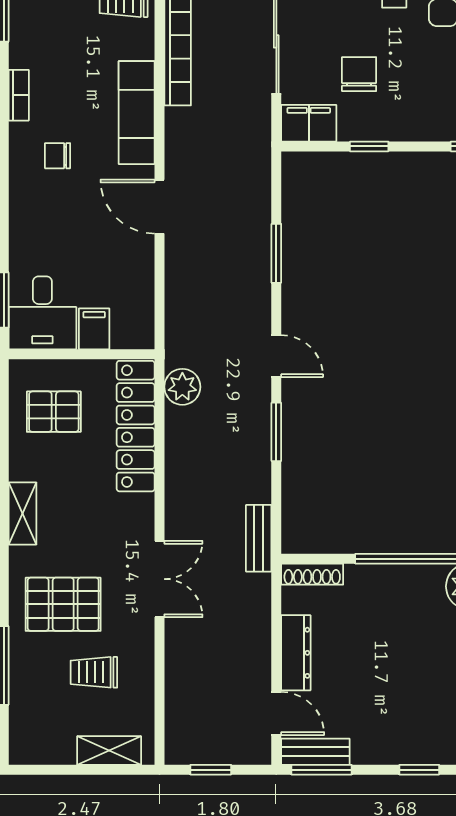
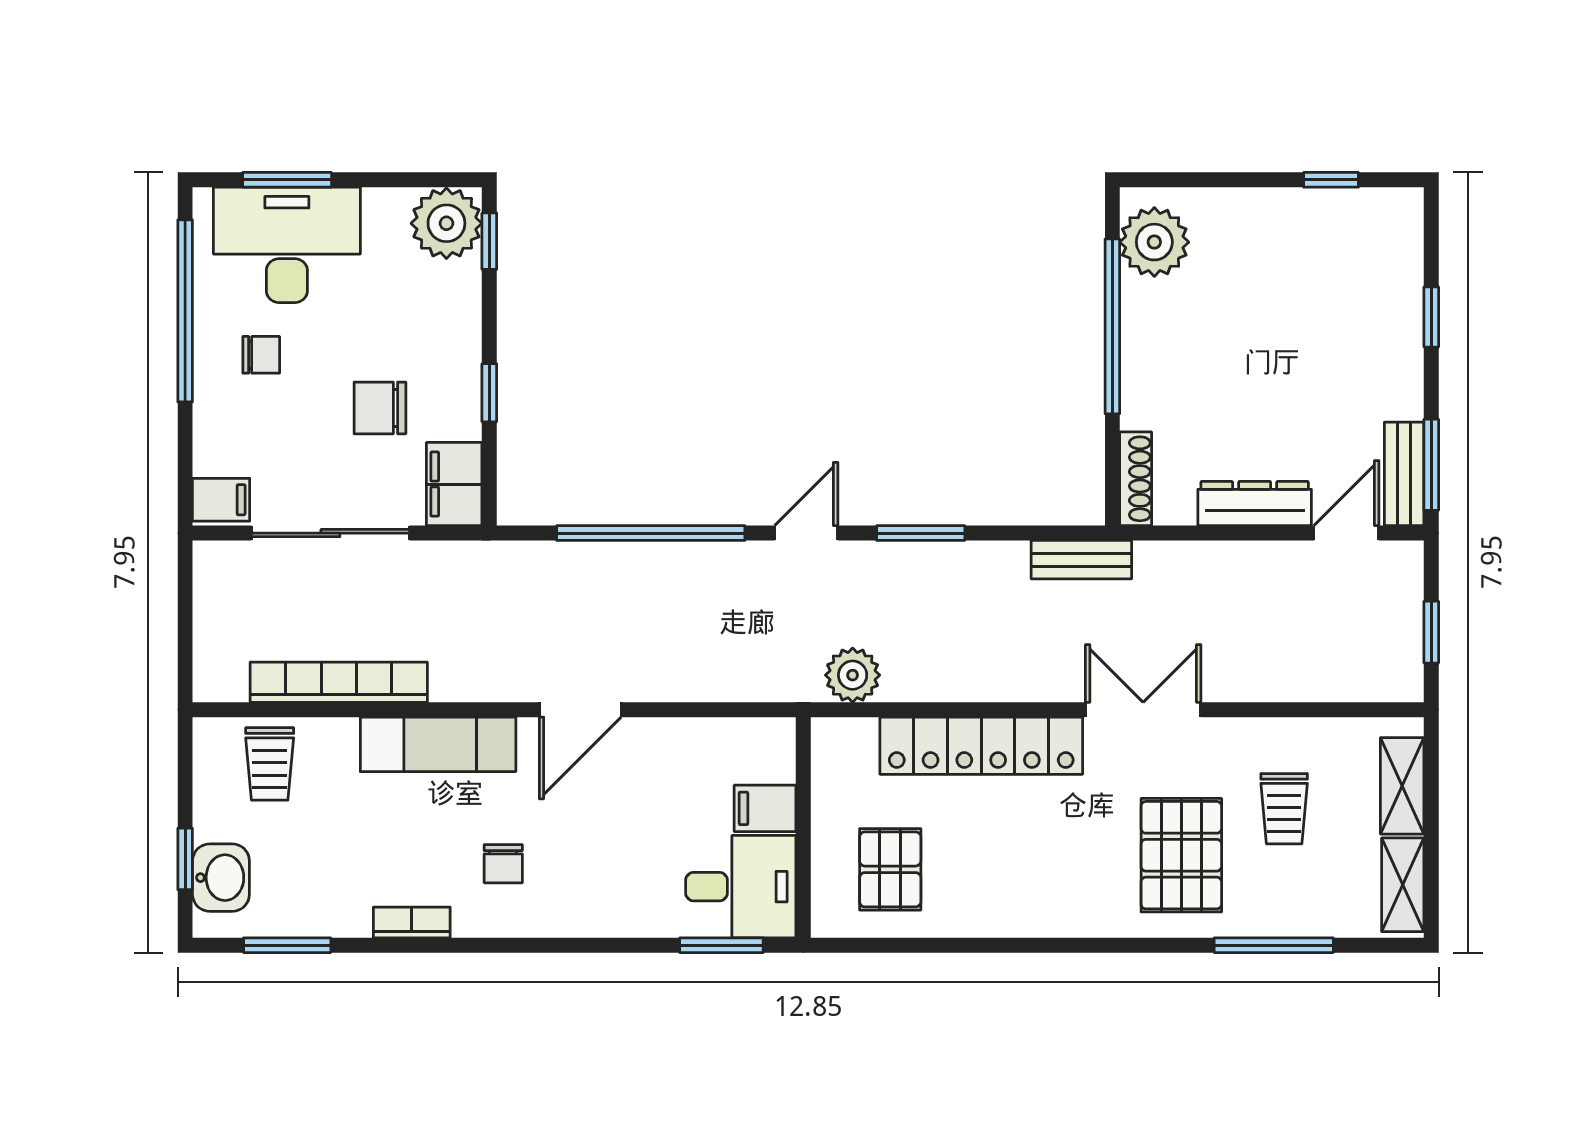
window: (276, 253) -> (651, 533), width x2.11
locker: (136, 426) -> (981, 746), moved
shelving: (22, 514) -> (1403, 885), moved, turned 90

